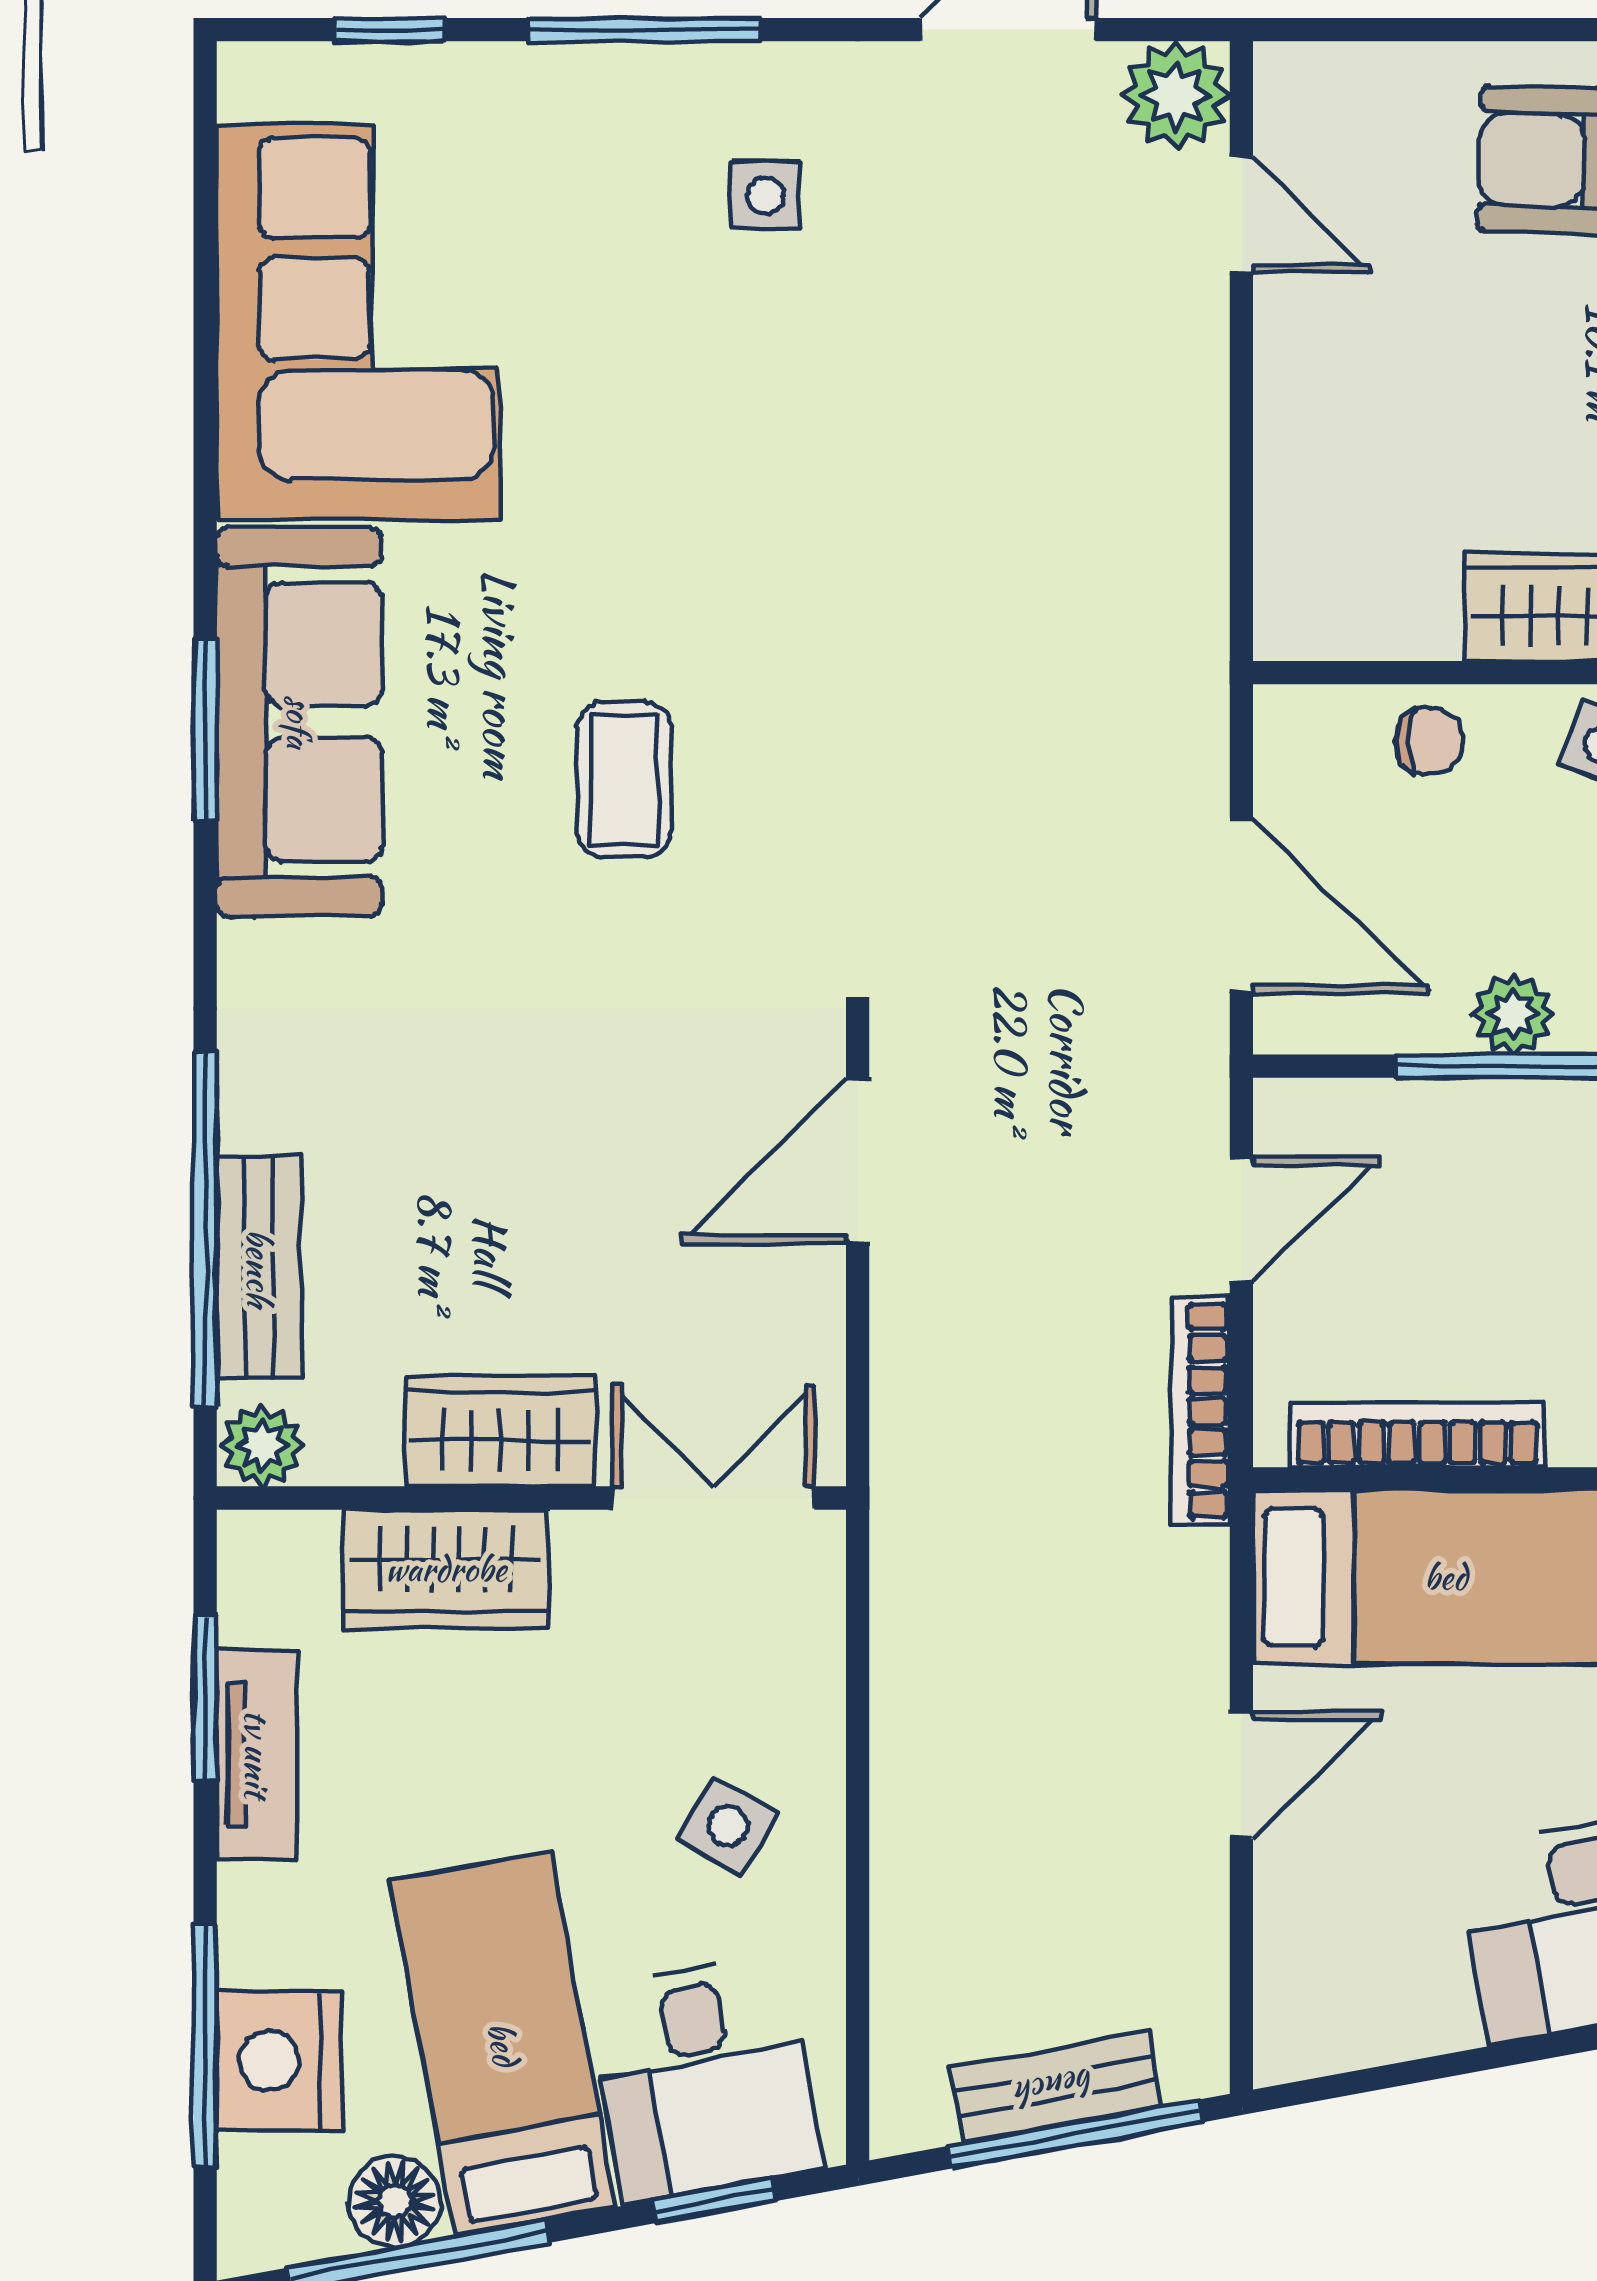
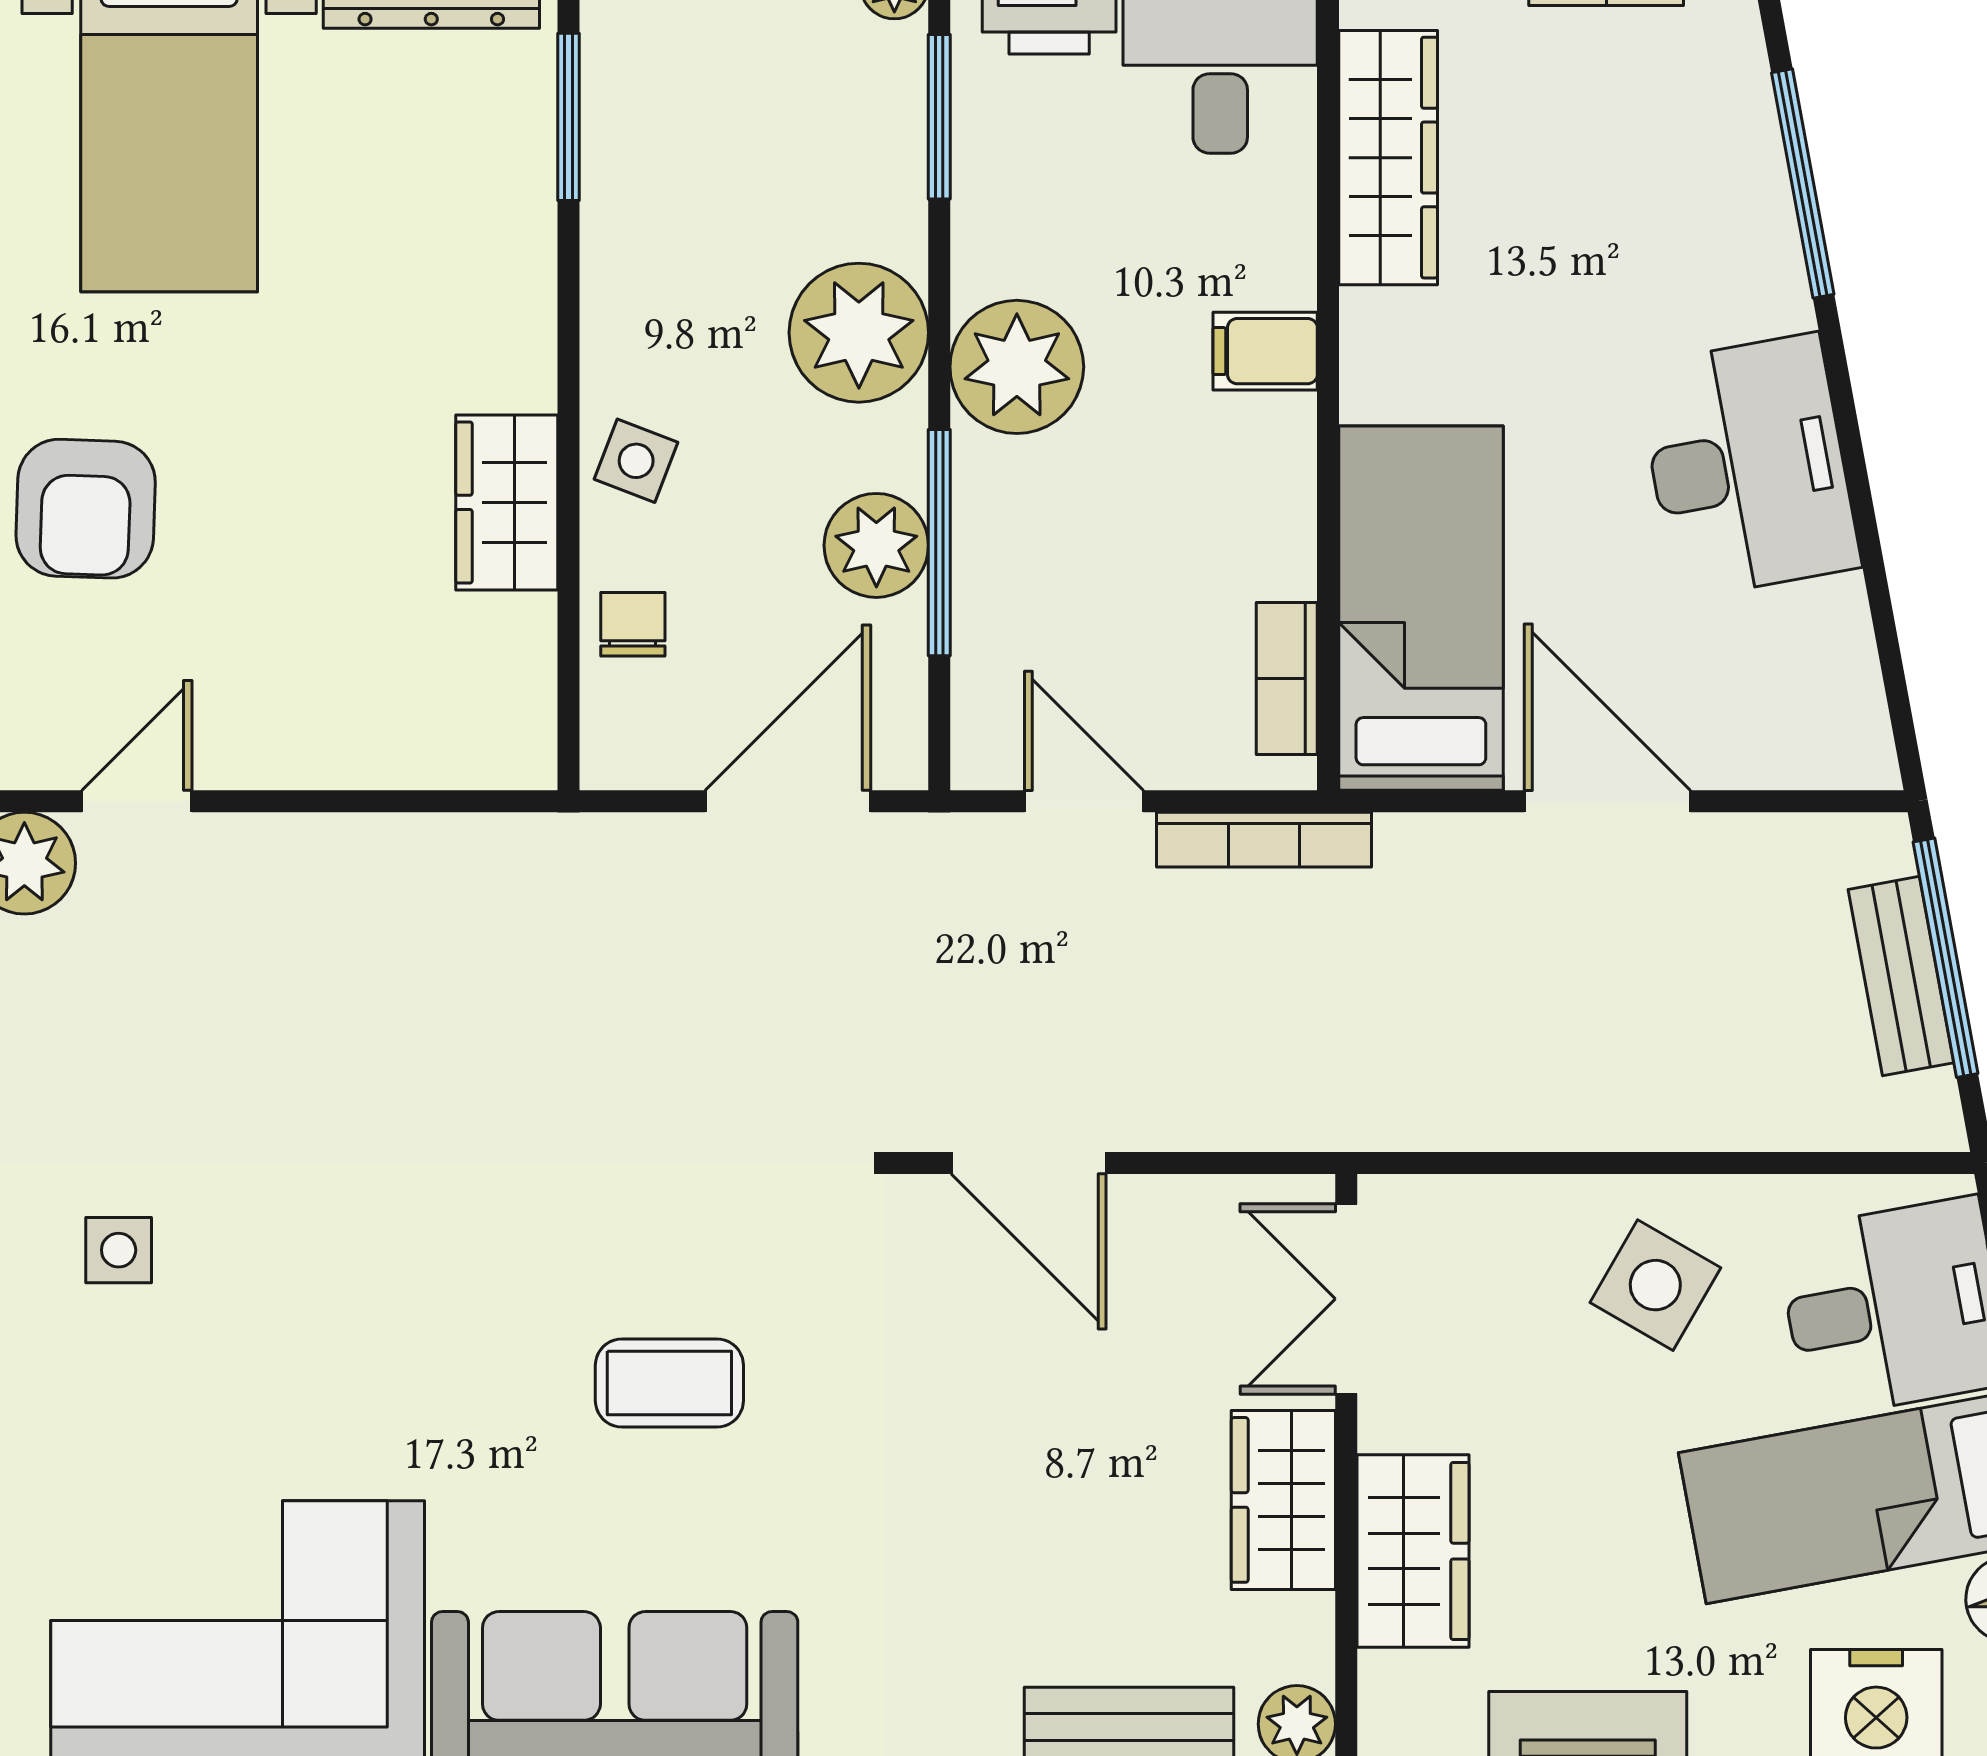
plant: (1513, 1014) -> (876, 545), width x1.38, depth x1.38
bookcase: (1417, 1435) -> (1287, 678), width x0.64
door: (1241, 1775) -> (1607, 801), width x1.38
side table: (728, 1826) -> (1655, 1285), width x1.37, depth x1.37

